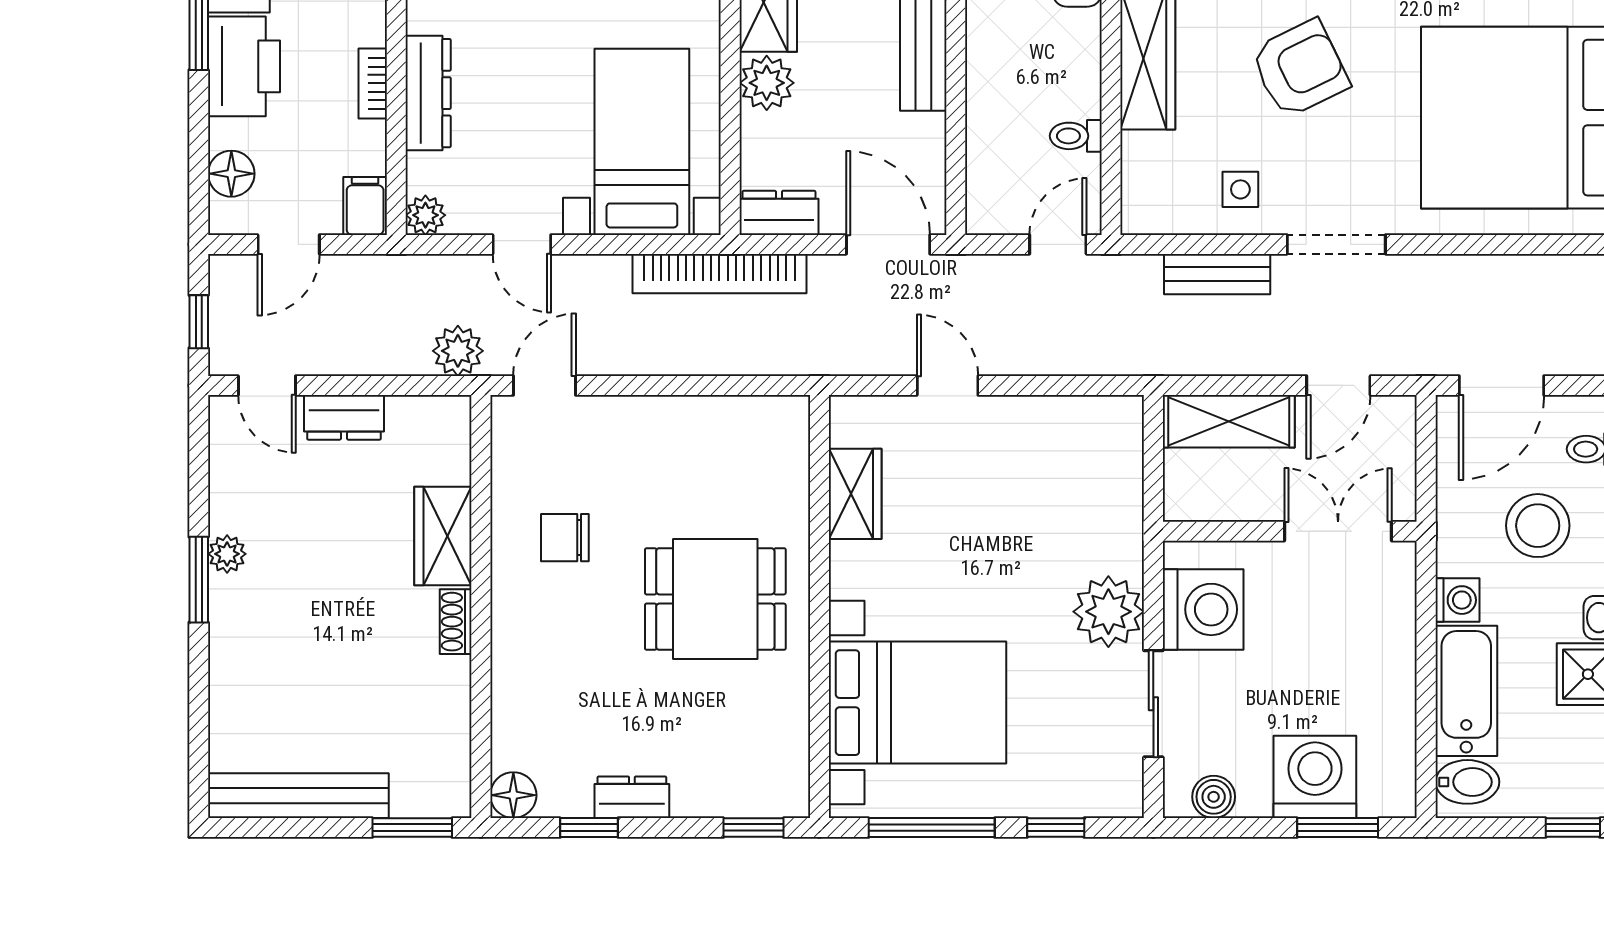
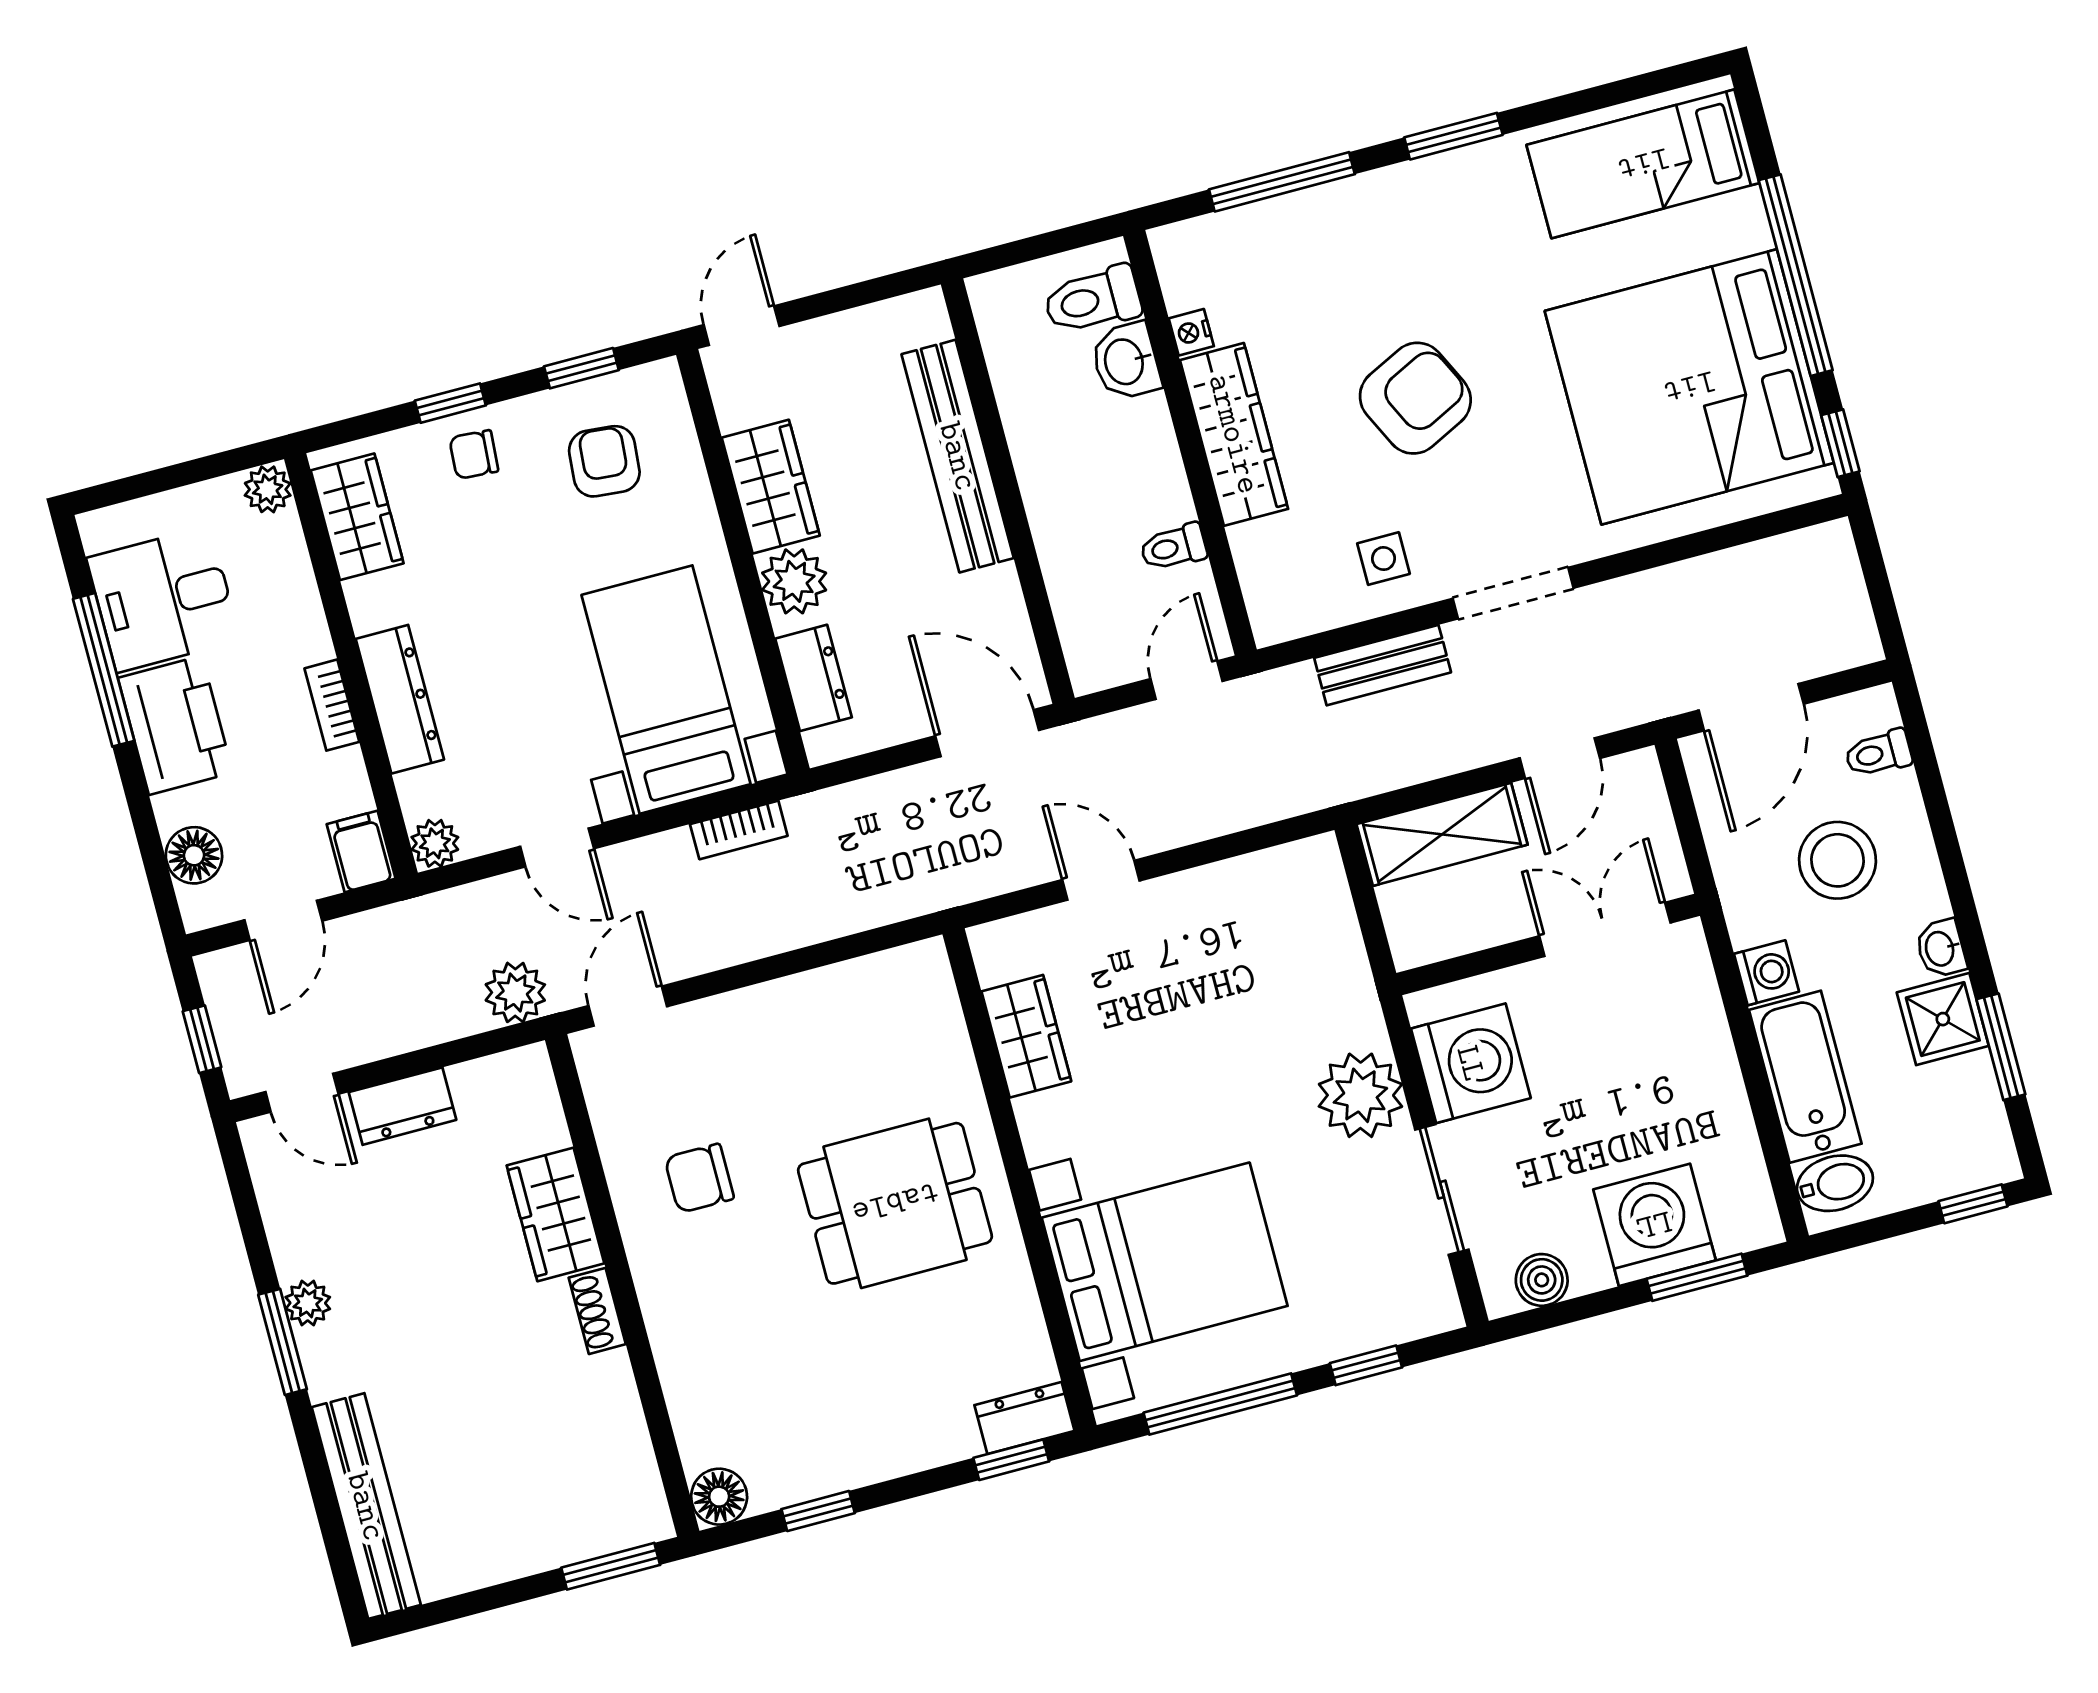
dresser: (779, 213) -> (814, 678), moved, turned 90
bookcase: (719, 274) -> (739, 830), width x0.43, depth x0.76
bench: (298, 796) -> (366, 1506), moved, turned 90
dresser: (632, 797) -> (1024, 1418), moved

